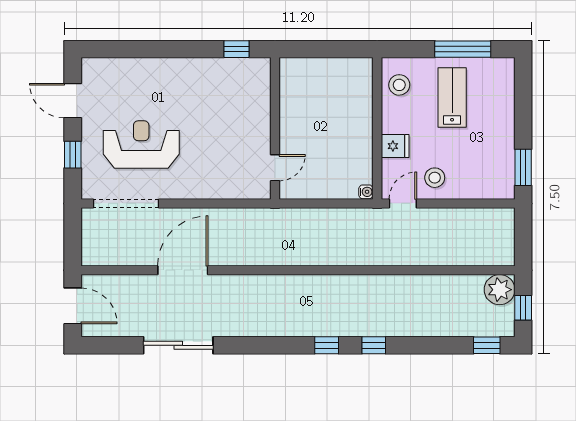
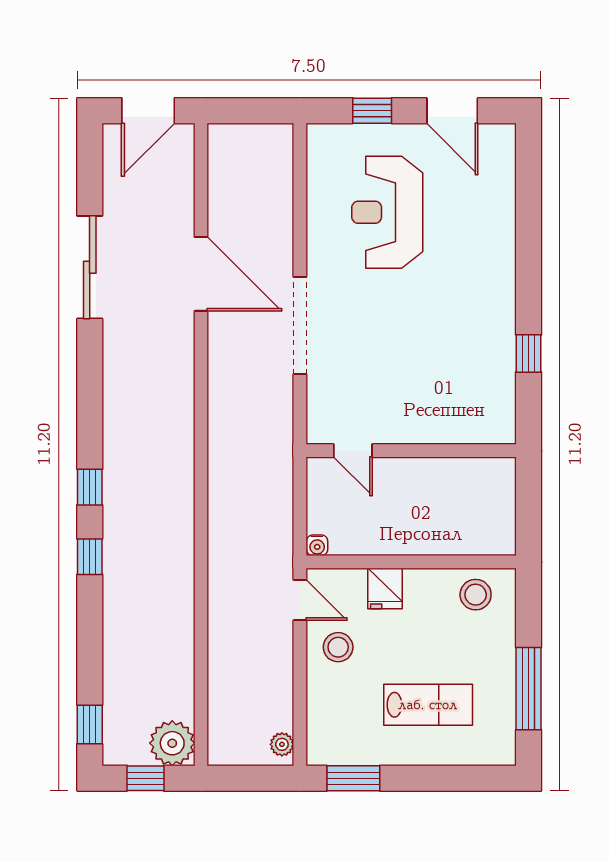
lab bench: (452, 98) -> (428, 705), moved
door: (73, 101) -> (452, 111), swing flipped
wall: (275, 128) -> (411, 451), moved
reception desk: (141, 145) -> (387, 212), turned 180
door: (275, 168) -> (353, 451), moved
doorway: (126, 203) -> (300, 326), moved
plant: (500, 216) -> (282, 744), added

